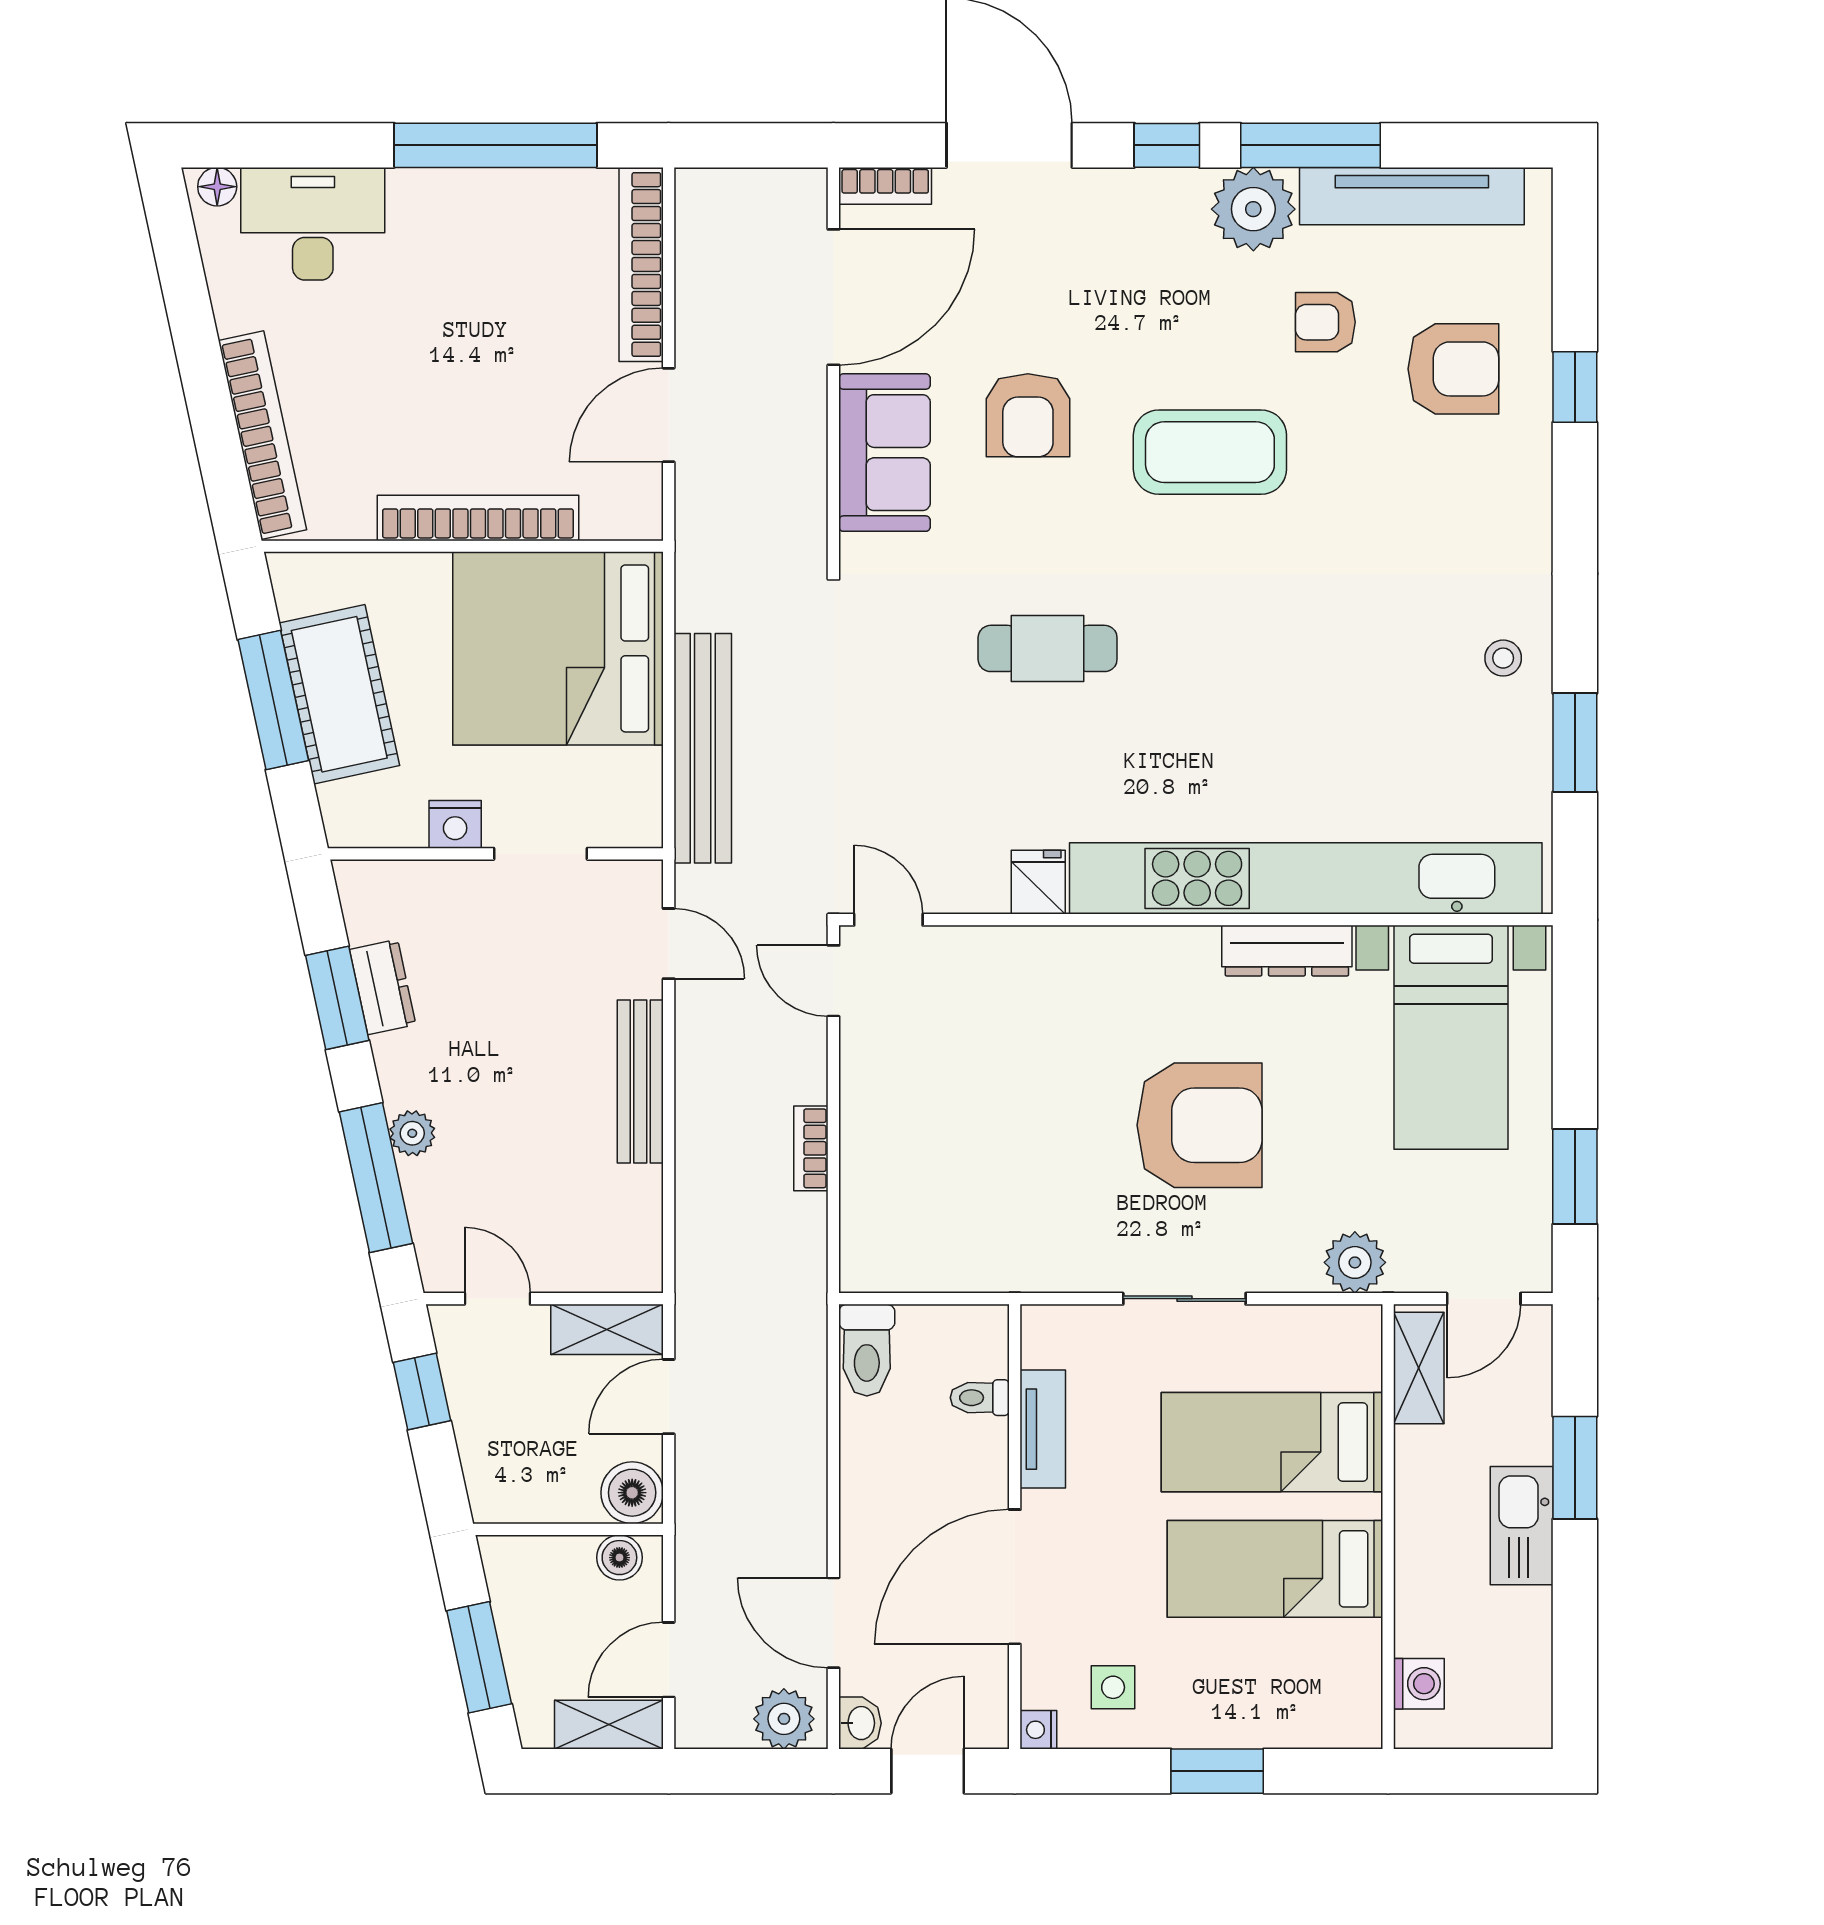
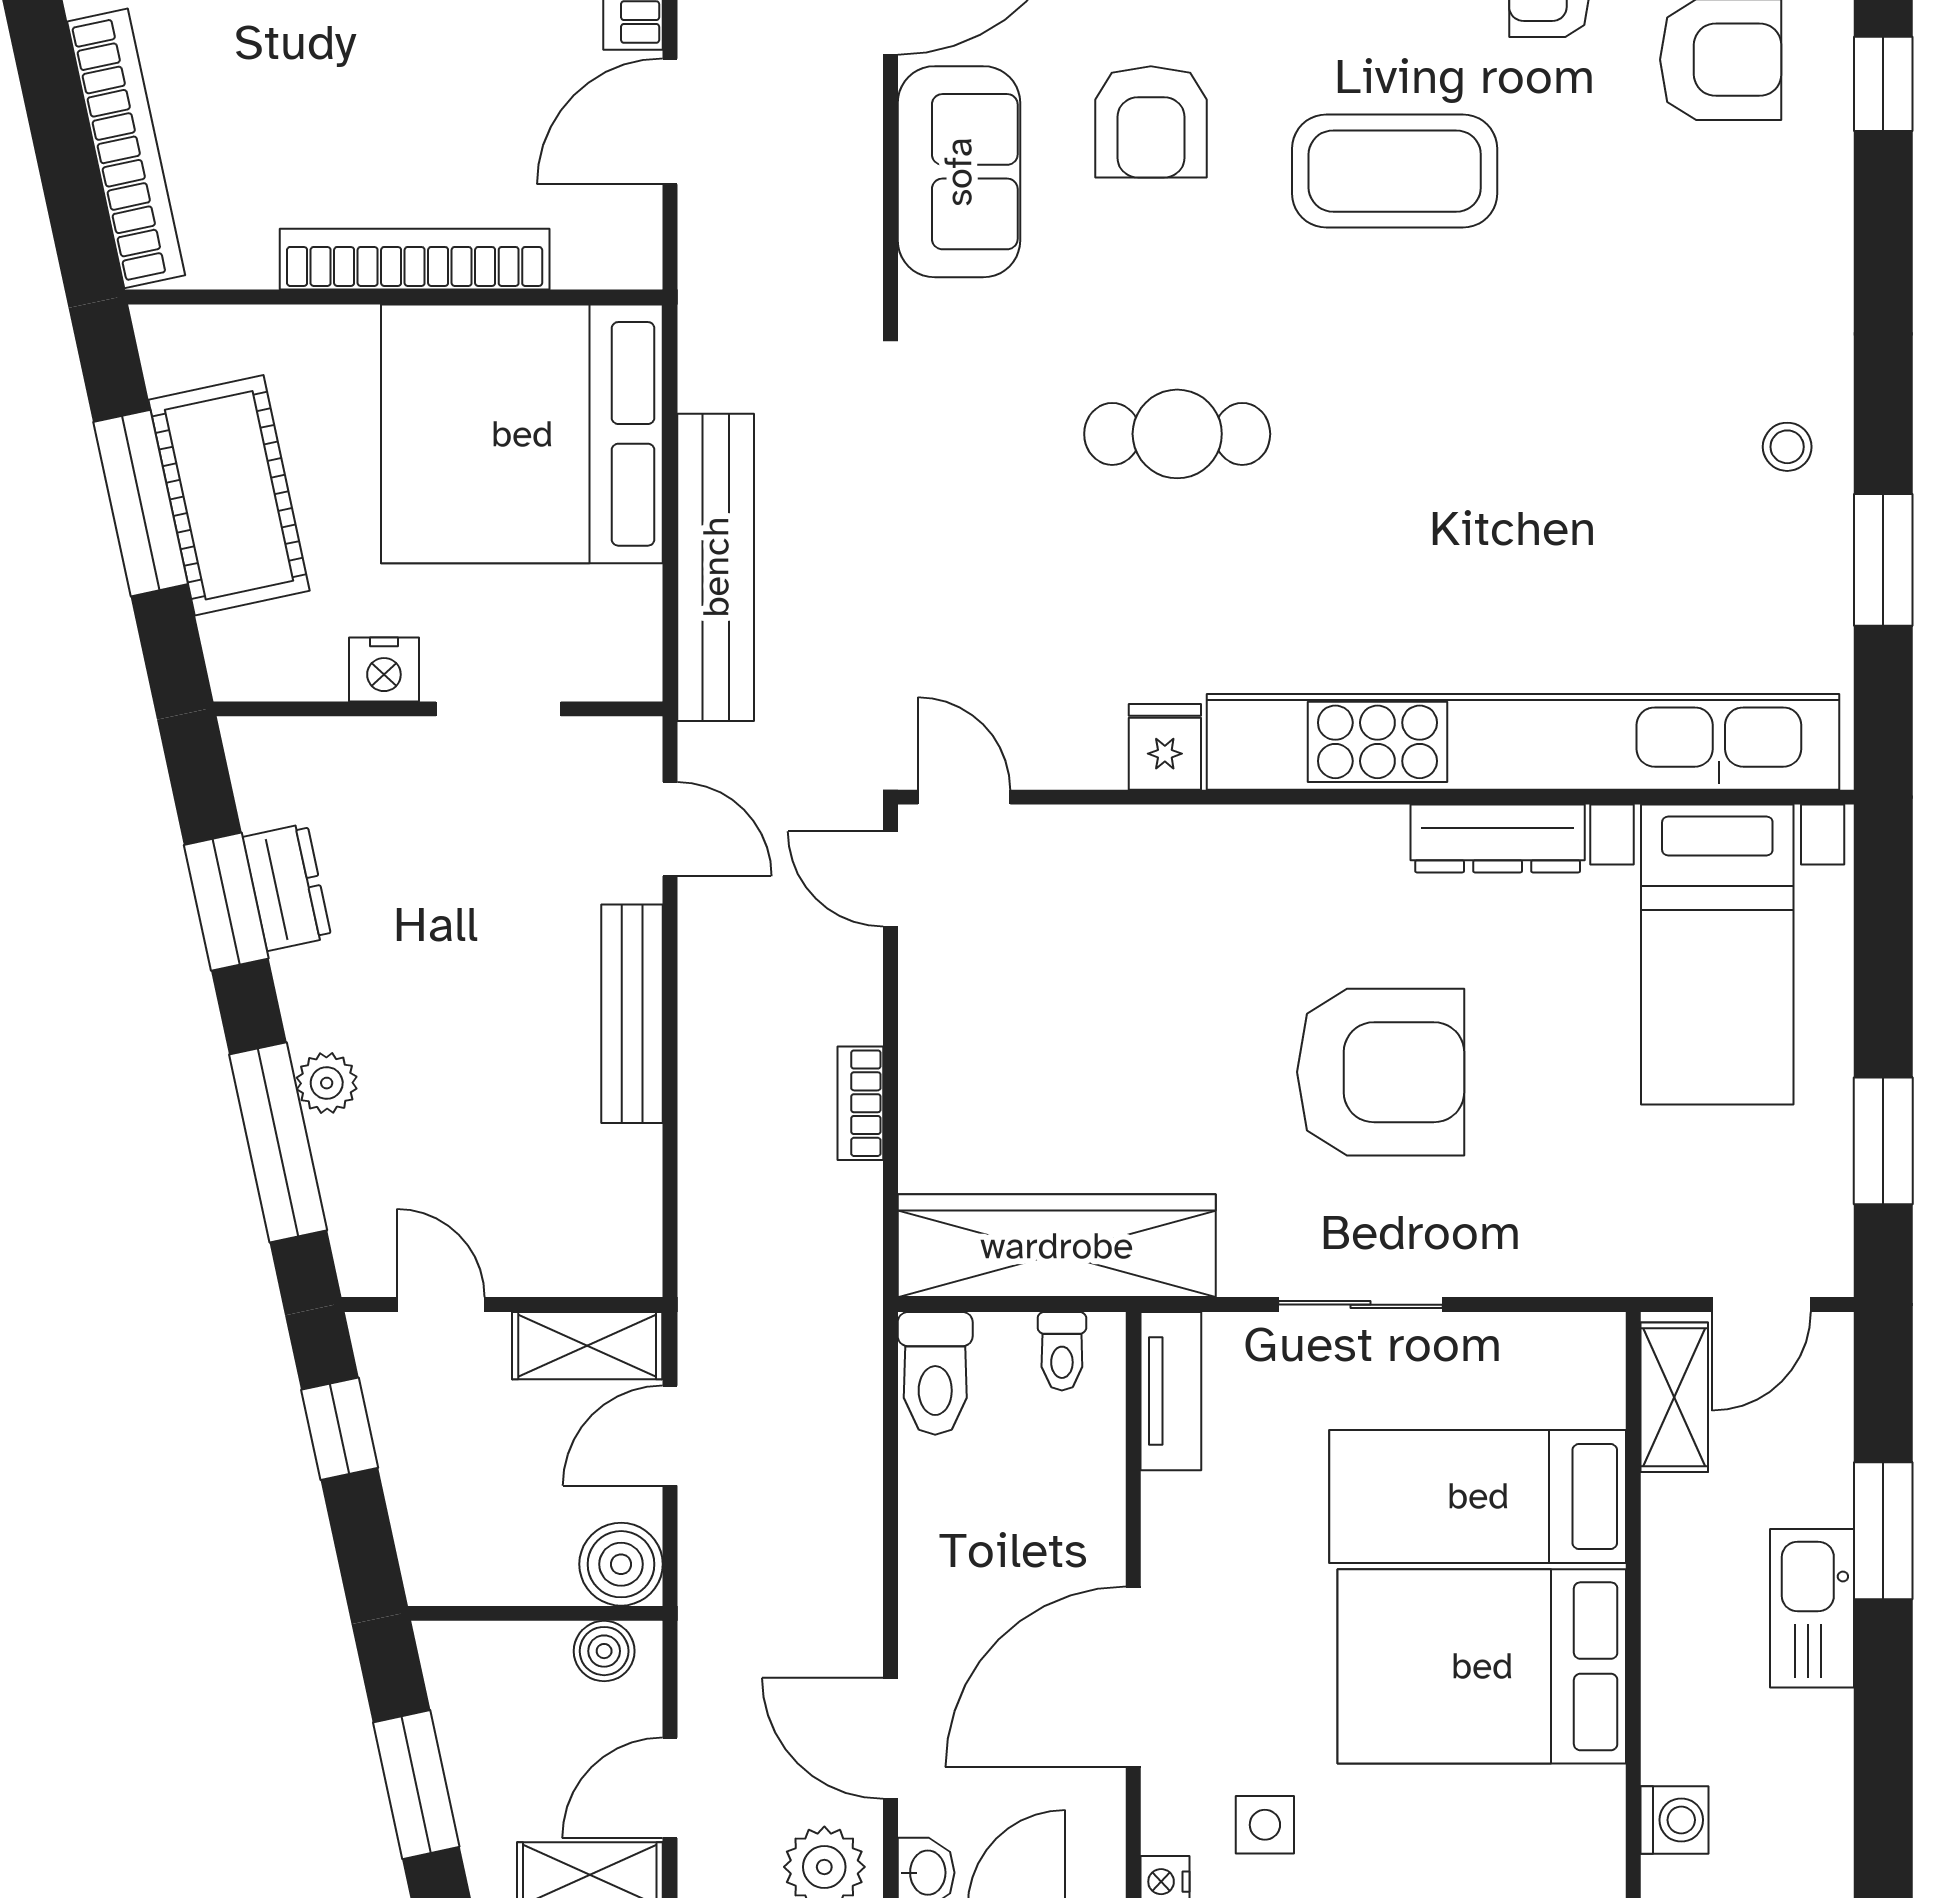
wardrobe: (958, 1255) -> (1057, 1246), added
plant: (1355, 1262) -> (1589, 1256), removed
toilet: (980, 1398) -> (1062, 1351), moved, turned -90
tv unit: (1043, 1429) -> (1171, 1391), moved
bed: (1275, 1569) -> (1482, 1666), width x1.50

